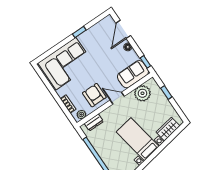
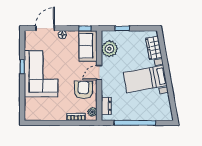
door: (123, 29) -> (45, 28), swing flipped
corner sofa: (66, 64) -> (41, 74), moved
armchair: (94, 95) -> (84, 90), turned 90

